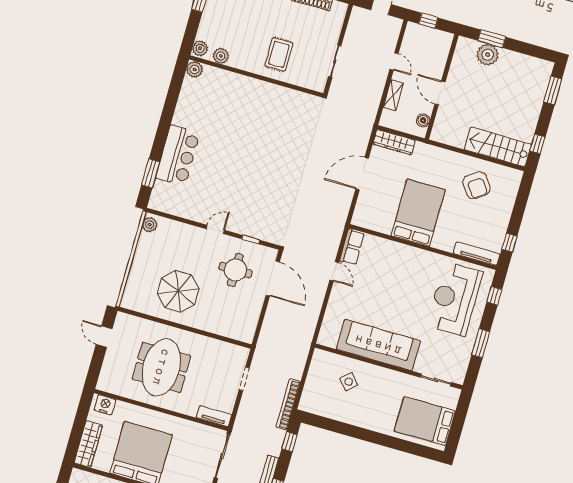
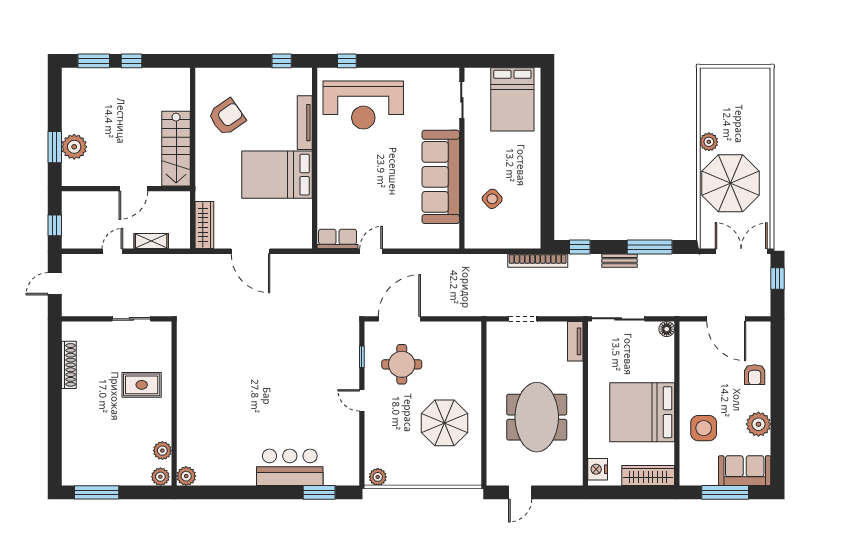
boiler: (423, 120) -> (170, 199), removed
window: (538, 144) -> (132, 61), moved
stairs: (498, 147) -> (176, 149), moved
tv unit: (477, 254) -> (305, 123), moved
window: (481, 343) -> (405, 61), removed
meeting table: (161, 367) -> (537, 417), turned 90

